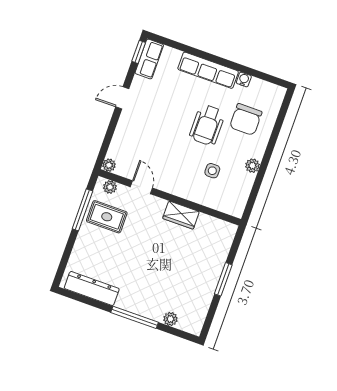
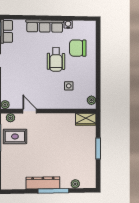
chair: (246, 119) -> (78, 48), turned 90
plant: (252, 166) -> (91, 100), moved
wardrobe: (181, 215) -> (86, 119), moved
dresser: (92, 288) -> (43, 183), moved

